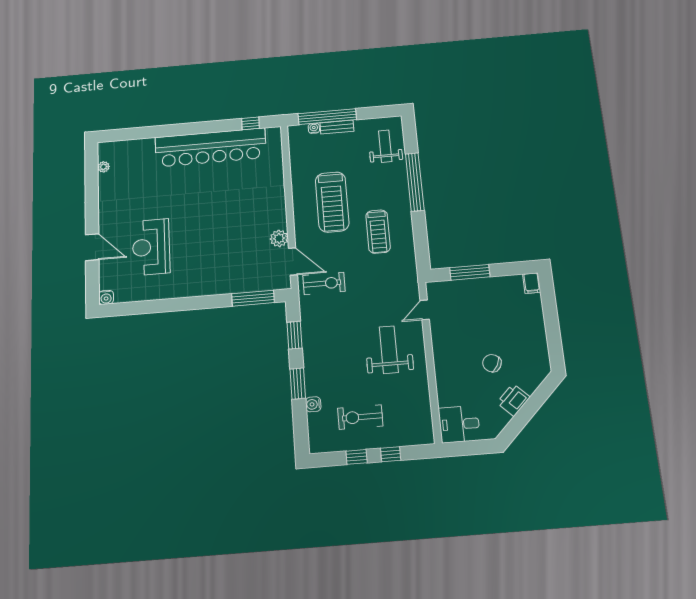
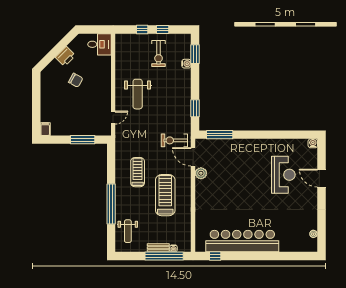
window: (298, 384) -> (195, 54), moved
exercise bike: (360, 417) -> (159, 53), turned 90

